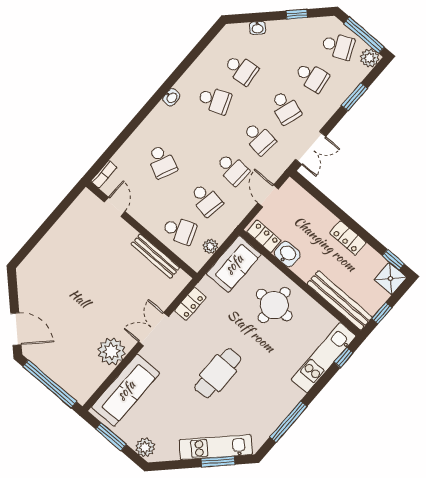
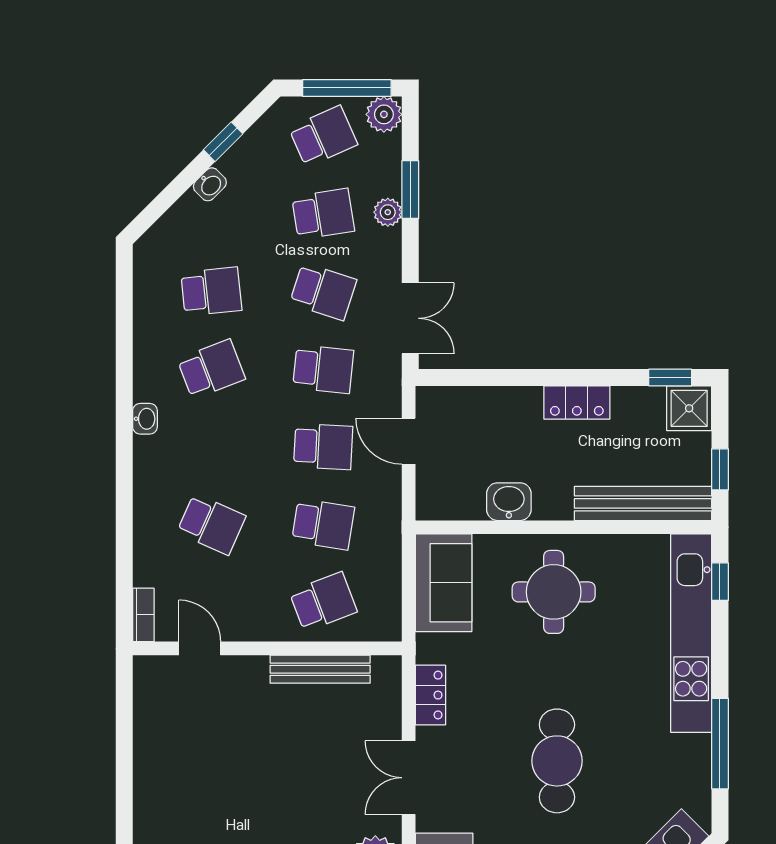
washbasin: (258, 28) -> (210, 184), moved
locker: (264, 236) -> (453, 505), removed
plant: (210, 246) -> (388, 212), moved
kitchen unit: (324, 358) -> (691, 633), width x1.36

